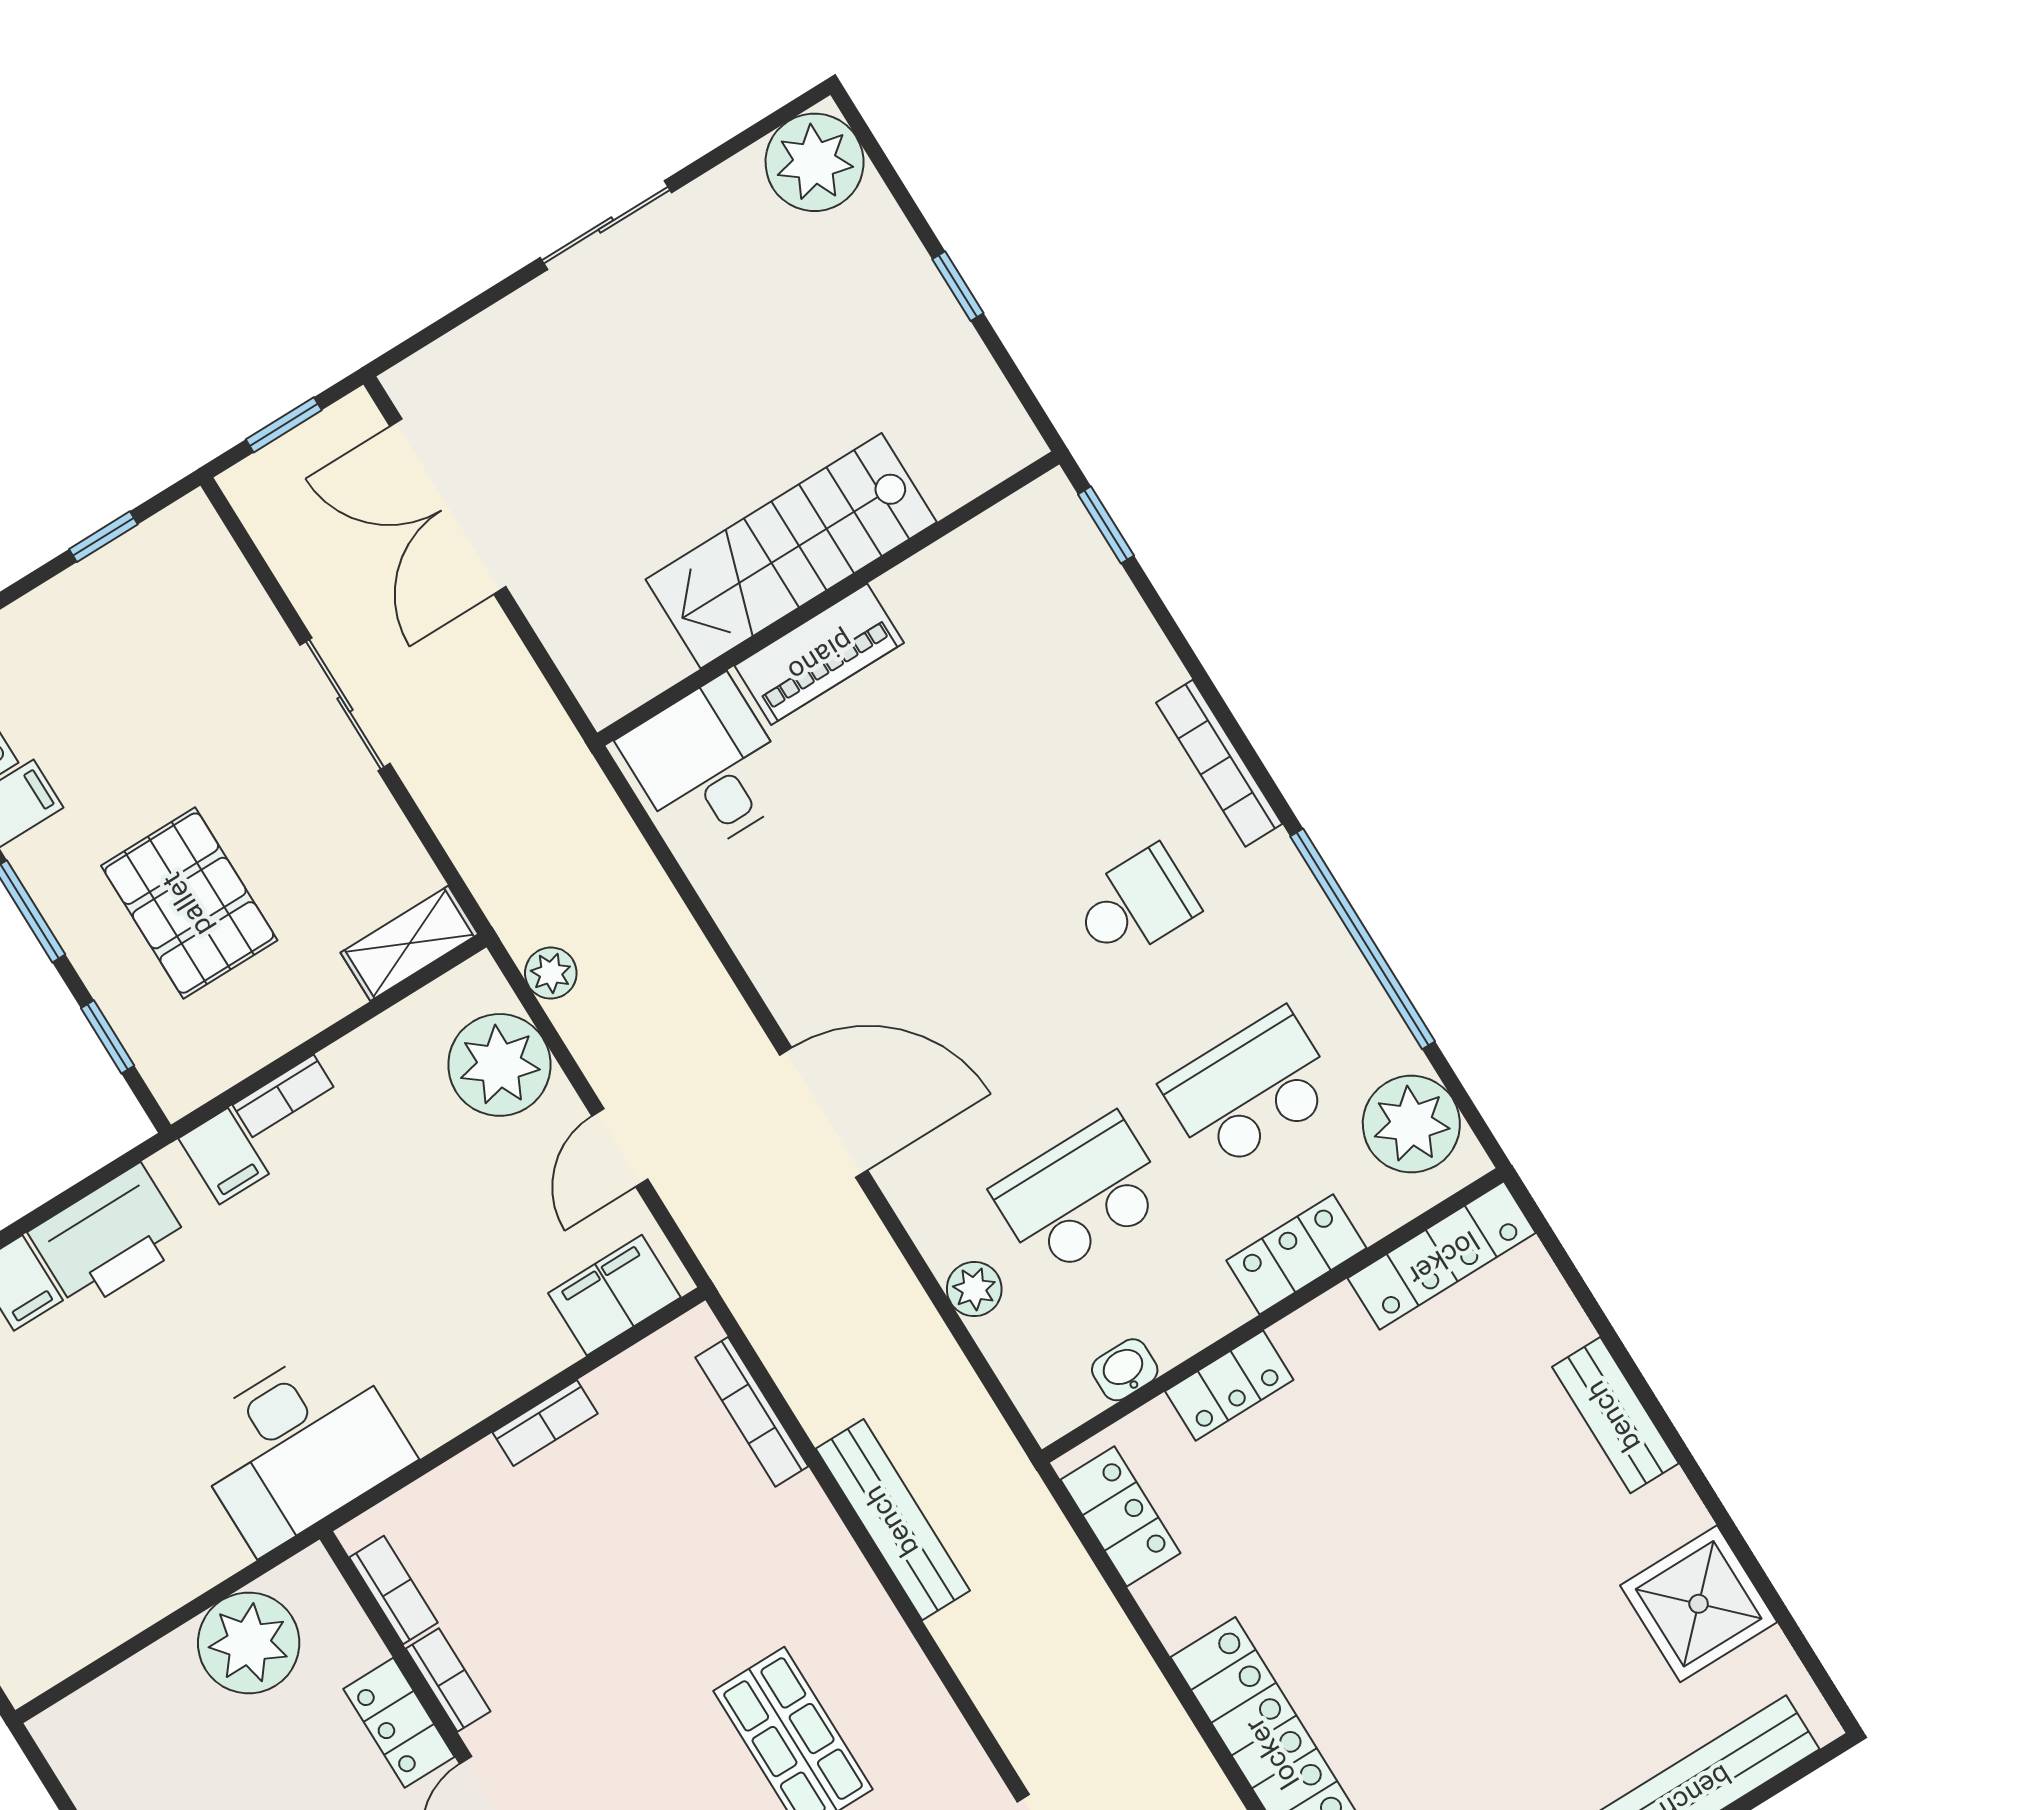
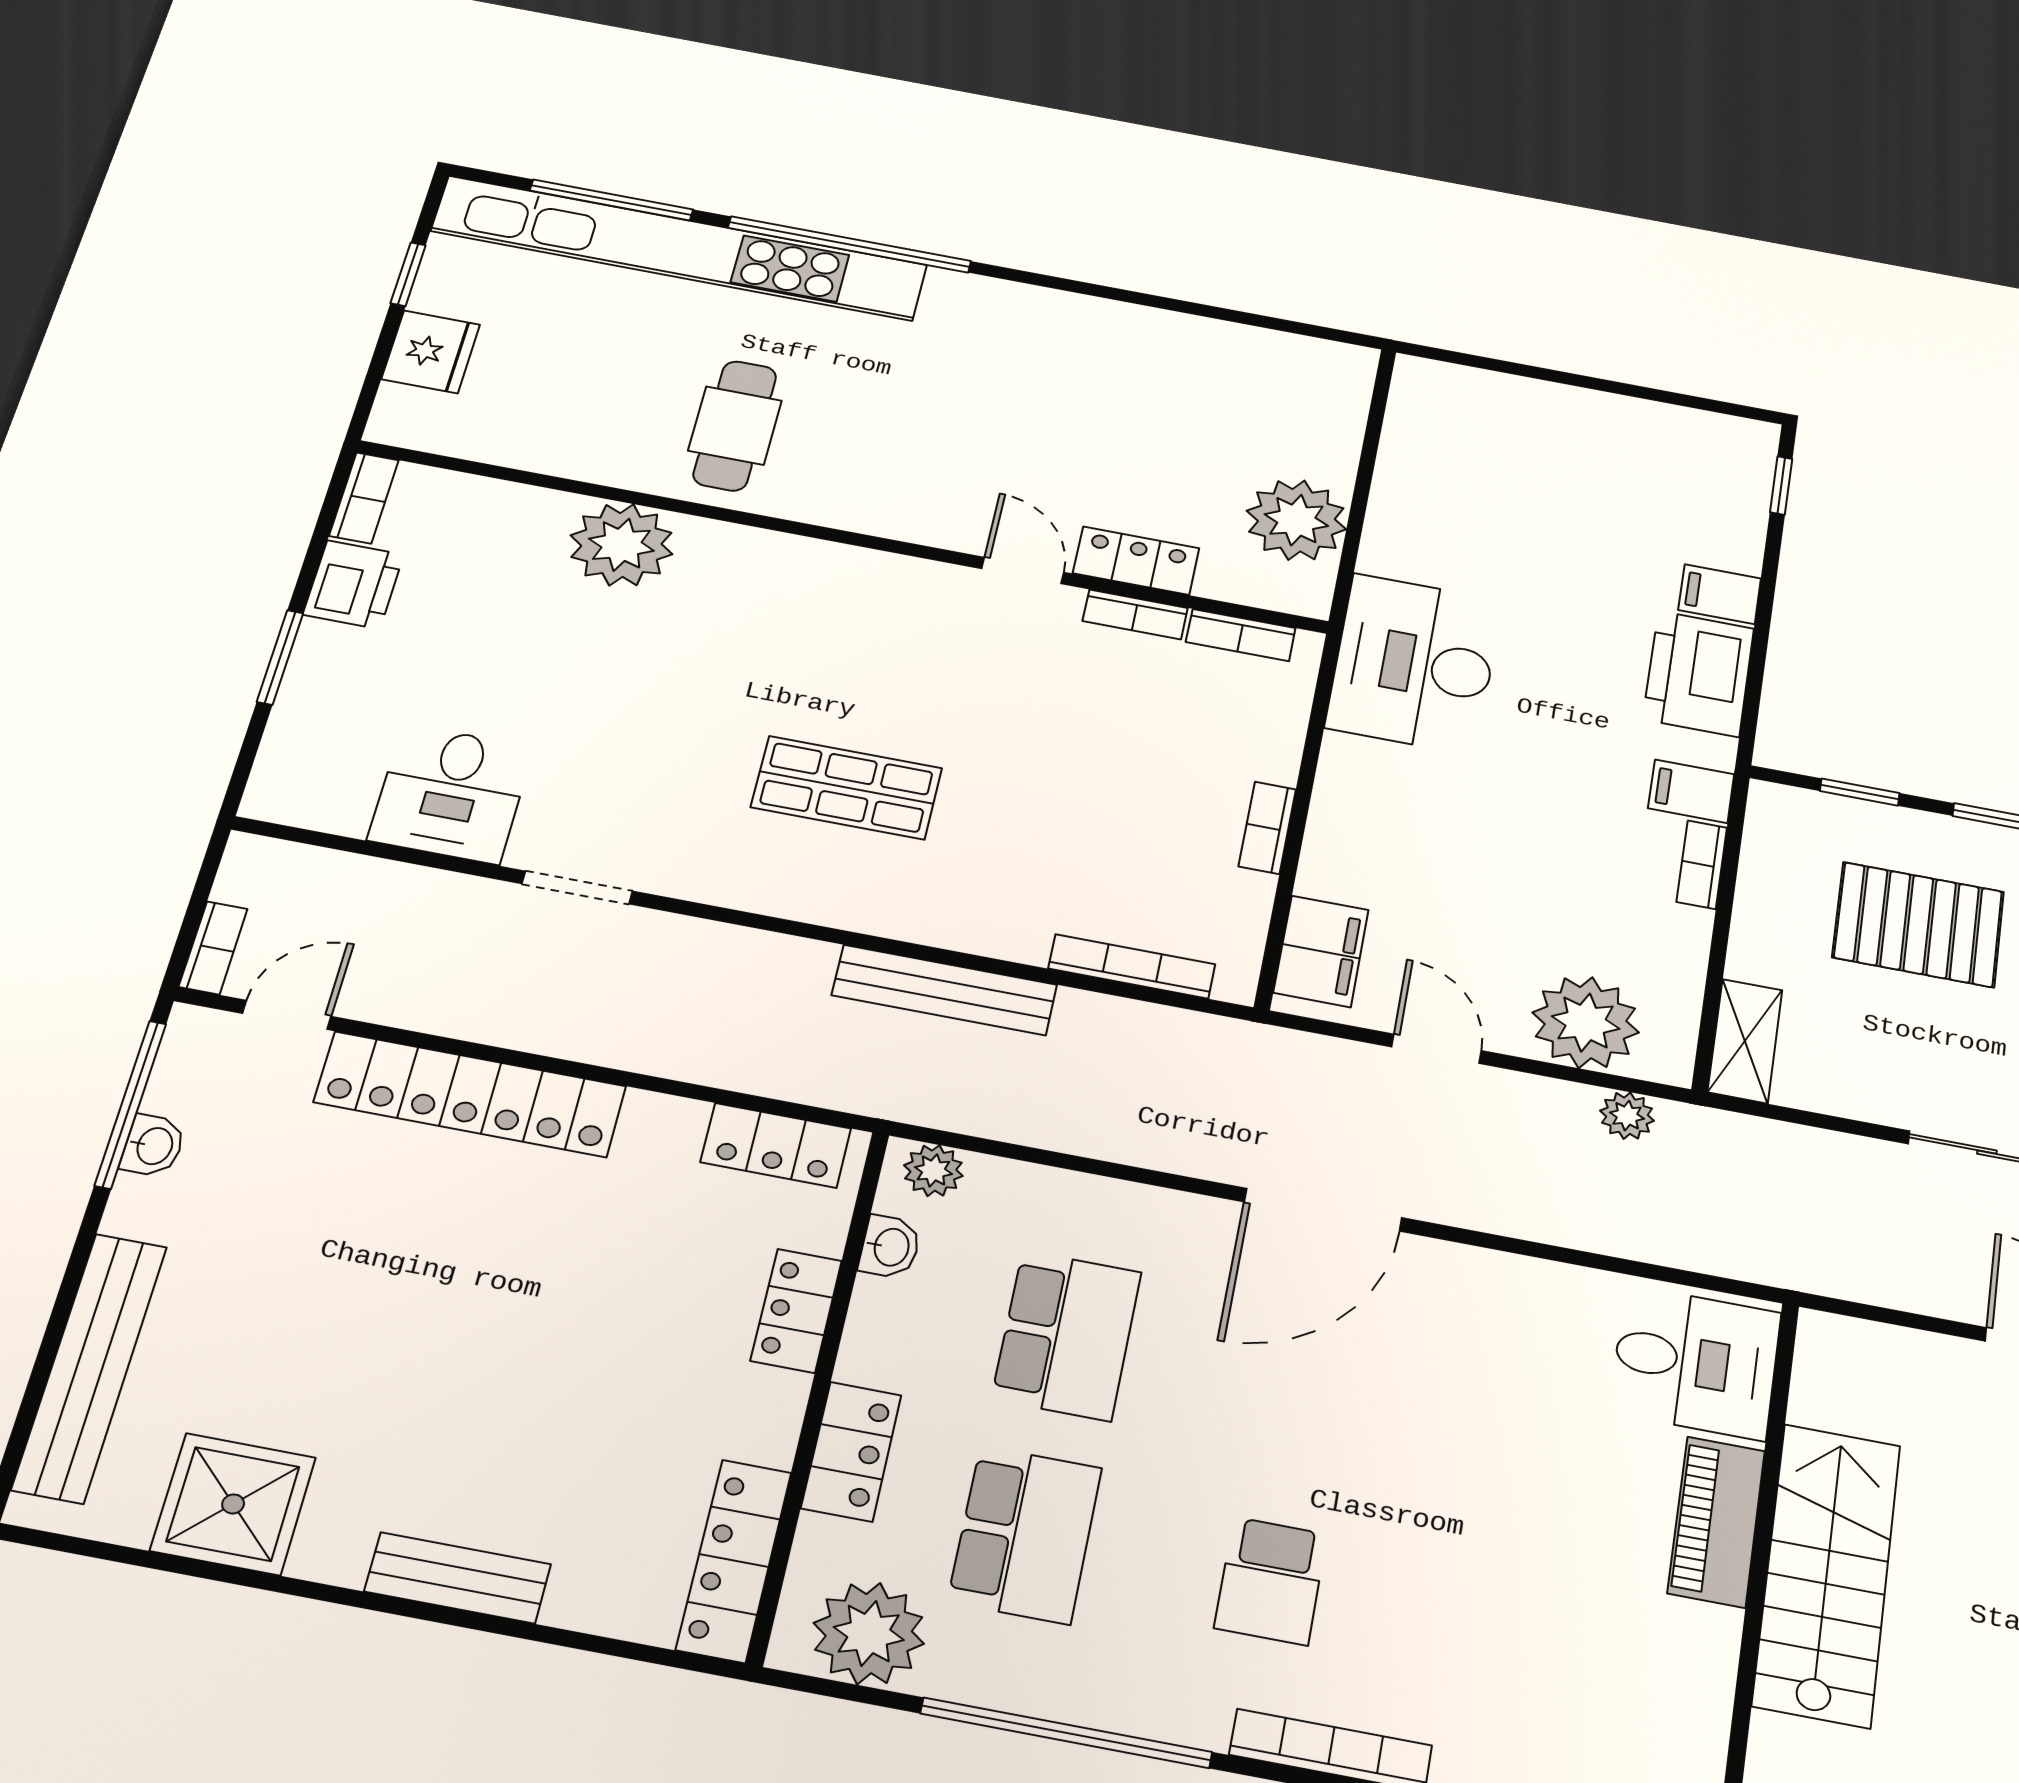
plant: (974, 1289) -> (933, 1171), moved

